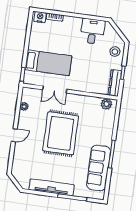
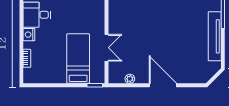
nightstand: (40, 17) -> (29, 35), moved
rug: (61, 133) -> (154, 34), removed
door: (14, 135) -> (163, 85), width x1.87

